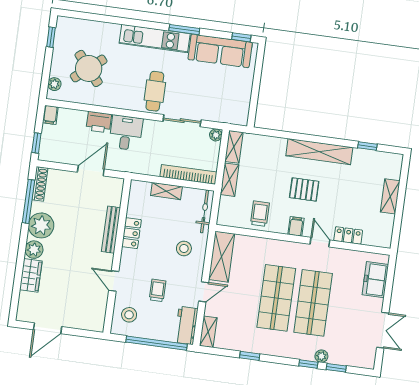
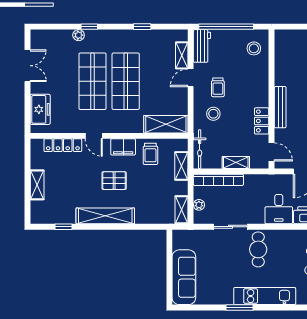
window: (241, 37) -> (188, 308), removed
sofa: (220, 51) -> (184, 277), moved, turned 90
plant: (216, 135) -> (199, 205), moved
shelving: (230, 180) -> (181, 166), moved
filing cabinet: (296, 226) -> (123, 147), width x2.00
bench: (111, 230) -> (280, 107), moved
locker: (348, 235) -> (63, 145), width x1.53
shelving: (222, 257) -> (166, 124), moved, turned 90
door: (114, 281) -> (272, 152), moved
trolley: (158, 290) -> (218, 87), moved
double door: (383, 330) -> (28, 66), swing flipped
shelving: (208, 332) -> (182, 55), moved
window: (336, 368) -> (64, 27), removed

